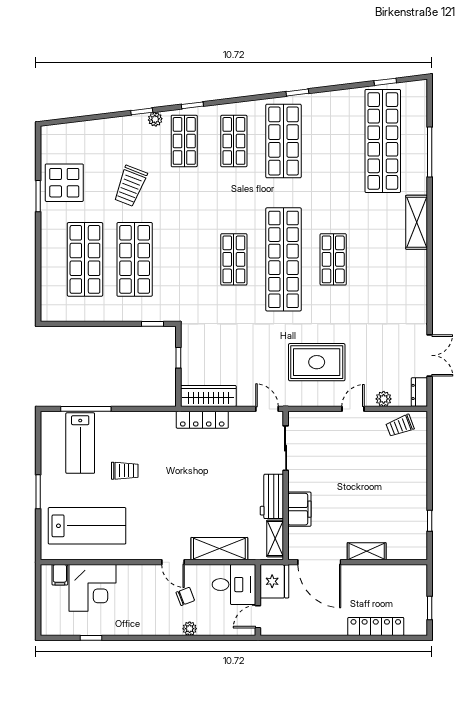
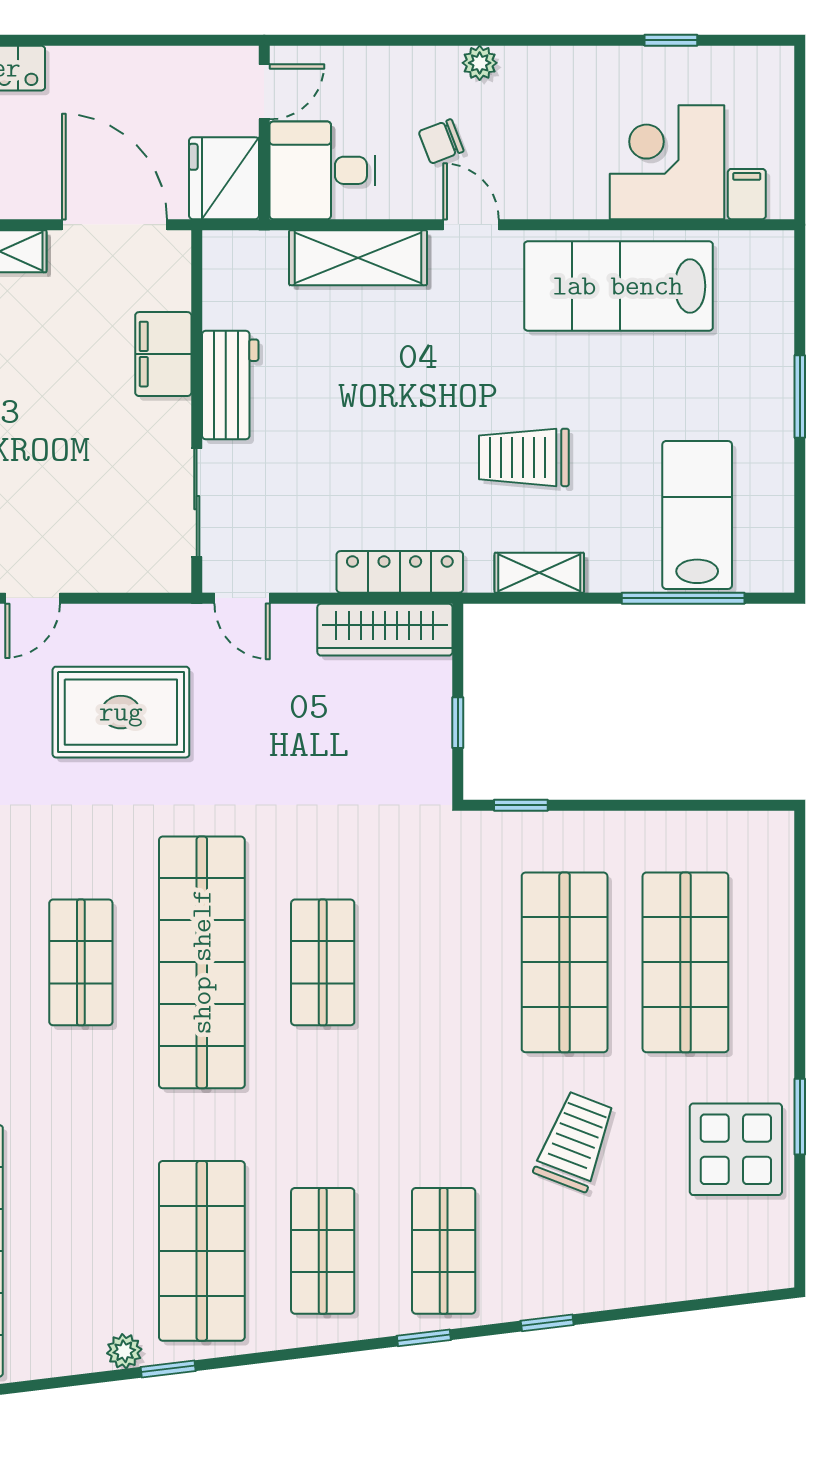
plant: (155, 119) -> (124, 1351), moved
trolley: (125, 471) -> (524, 457), moved, width x1.36, depth x1.39
lab bench: (87, 526) -> (618, 286), moved
shelving: (275, 539) -> (539, 573), moved, turned 90
plant: (190, 629) -> (480, 63), moved

